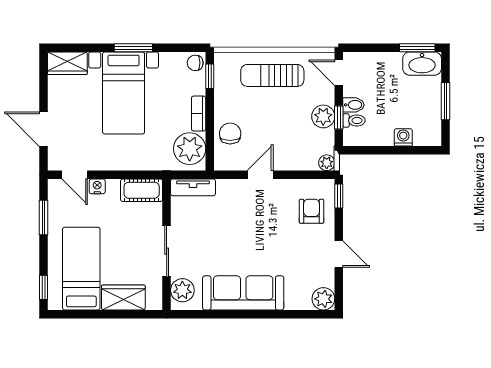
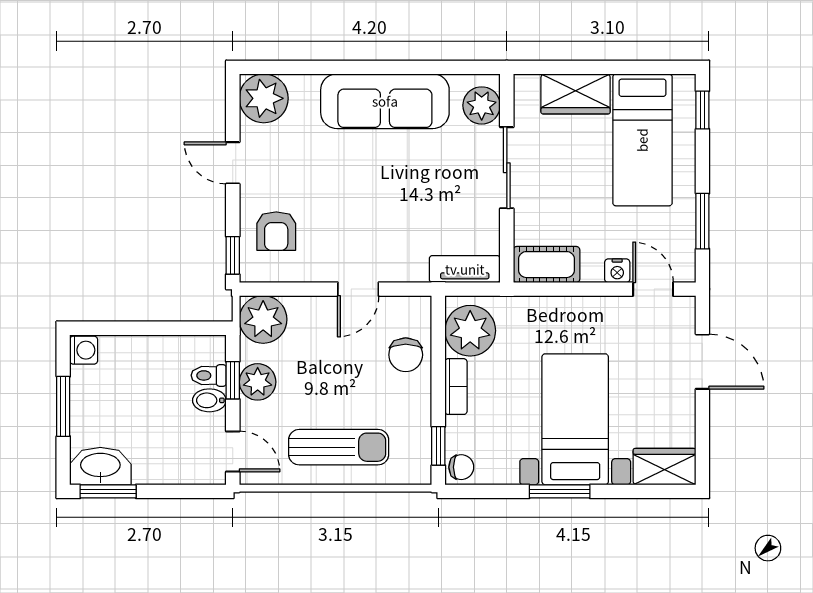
washing machine: (403, 137) -> (84, 350), moved, turned -90
plant: (327, 163) -> (263, 319), width x1.88, depth x1.88
plant: (323, 299) -> (264, 98), width x1.36, depth x1.36

